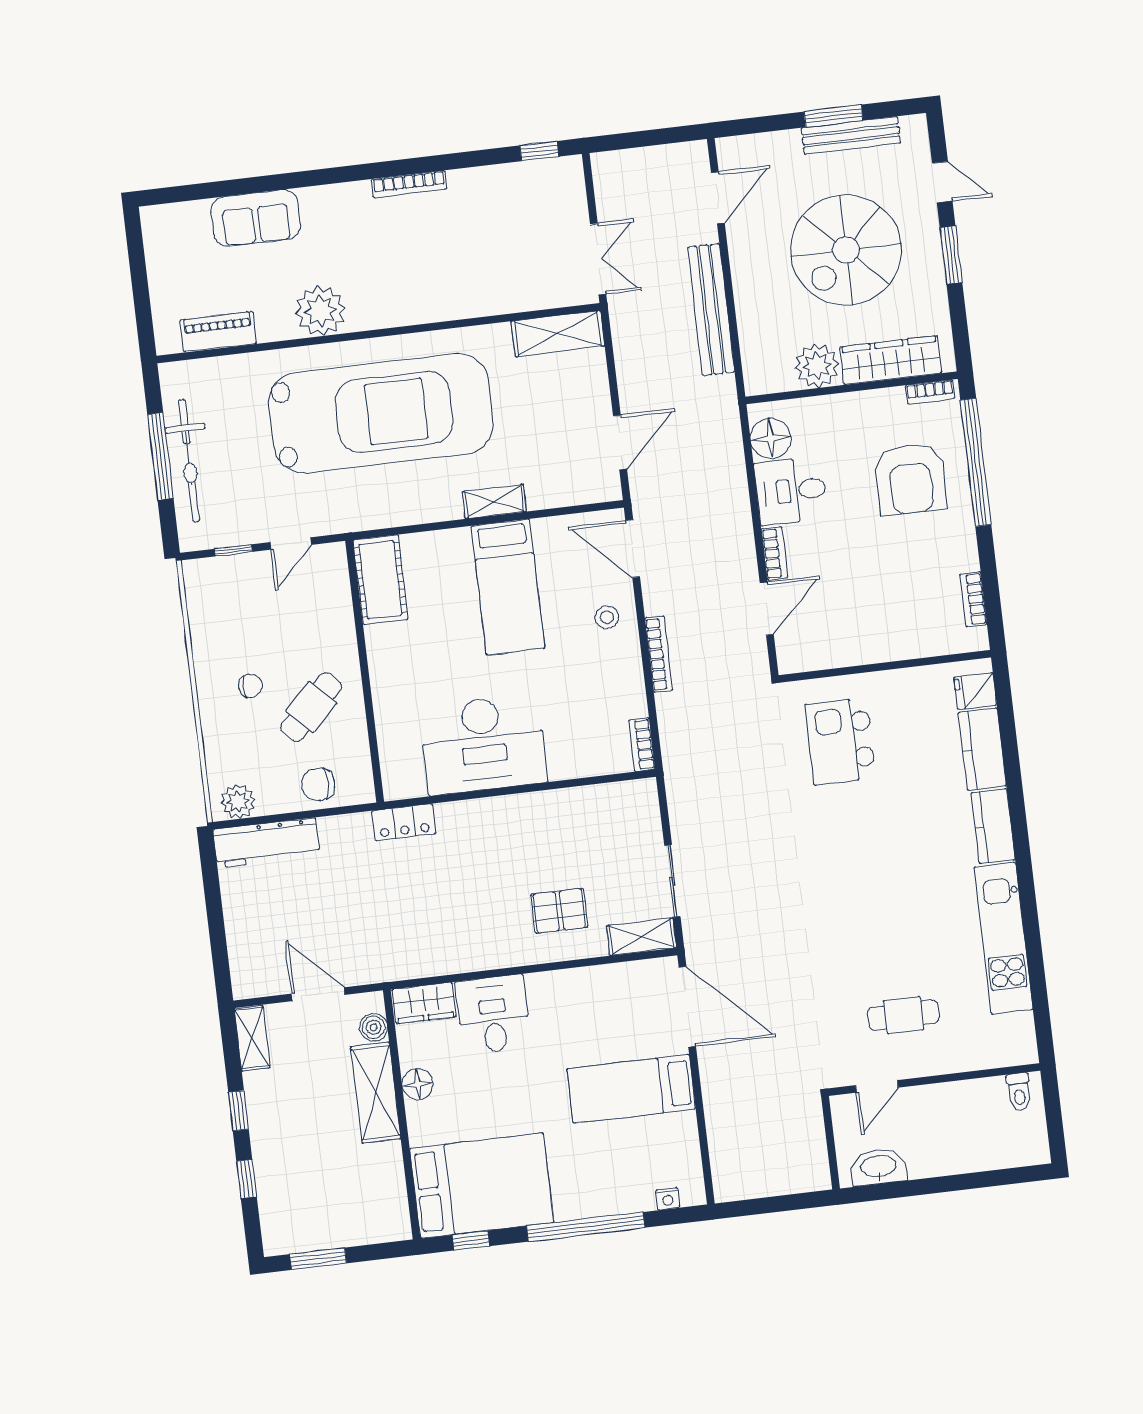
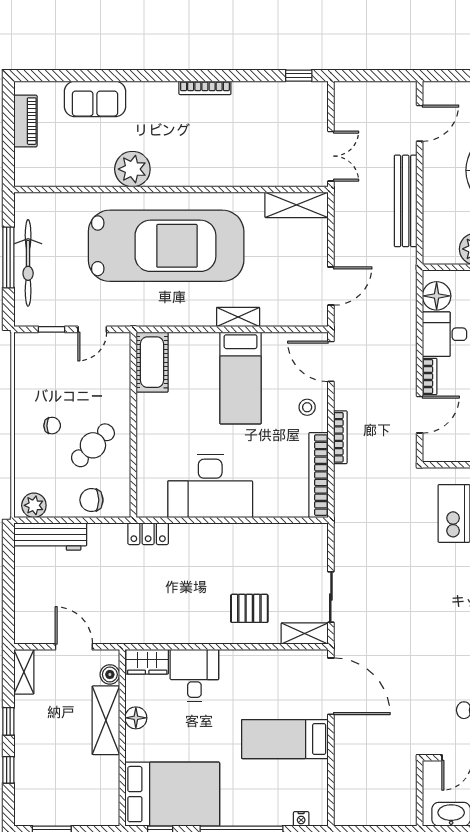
piano: (218, 332) -> (25, 121), moved, turned 90
bookcase: (642, 745) -> (319, 475), width x2.31, depth x1.31

